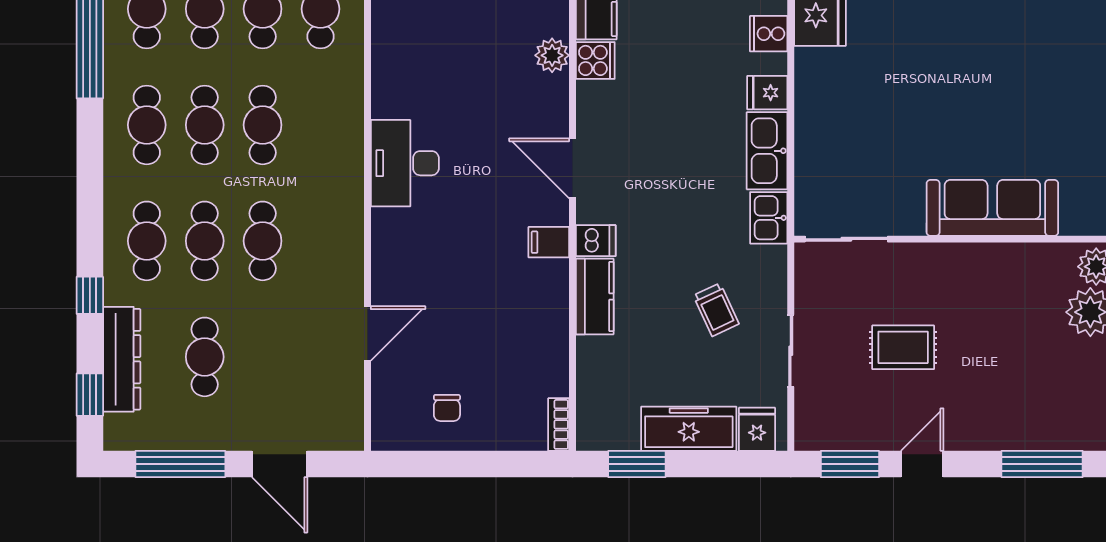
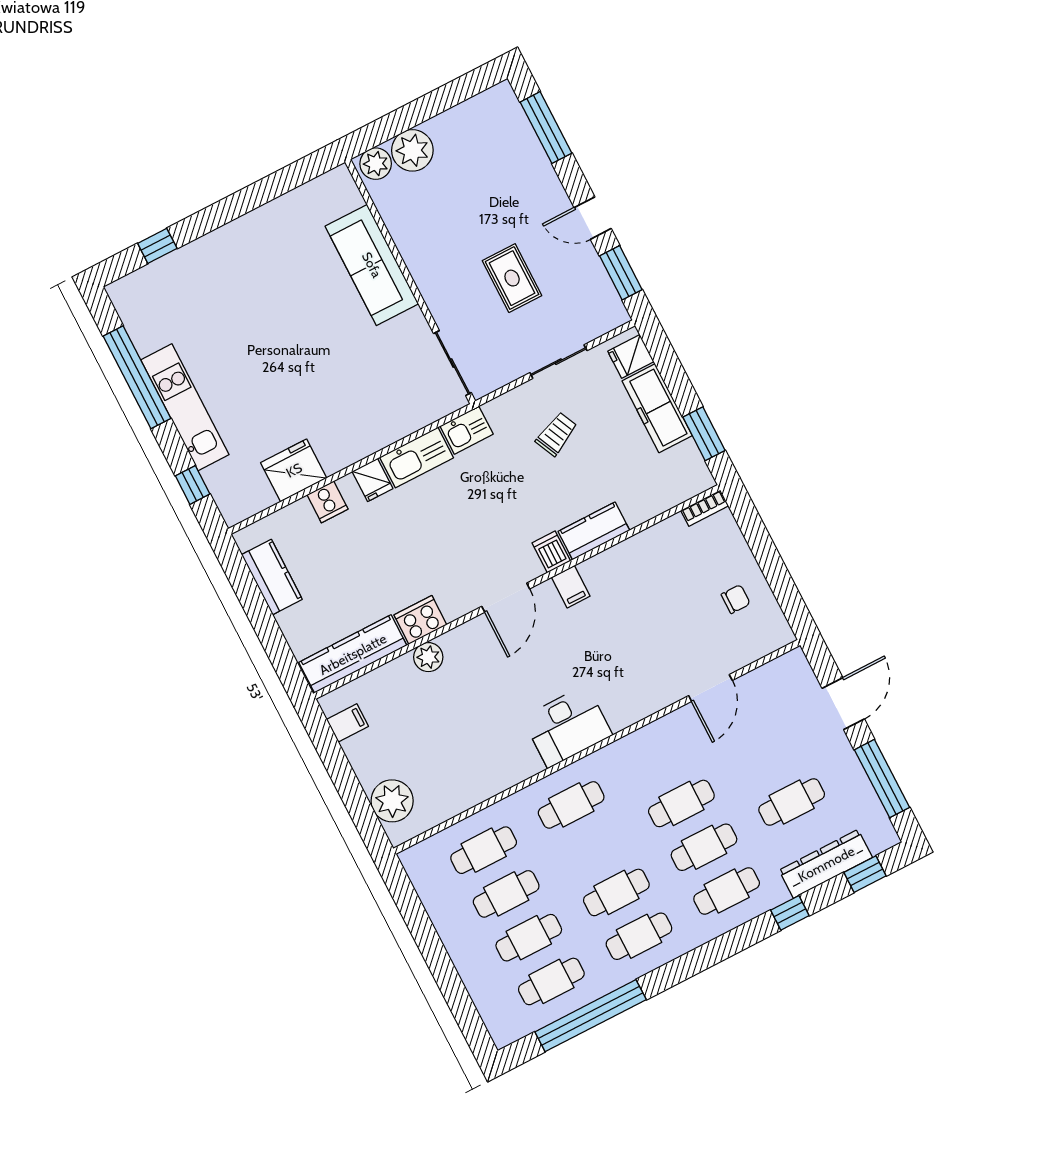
cooker: (595, 60) -> (420, 620), width x1.36
cafe table: (263, 125) -> (571, 805), moved
door: (368, 333) -> (710, 688), swing flipped

